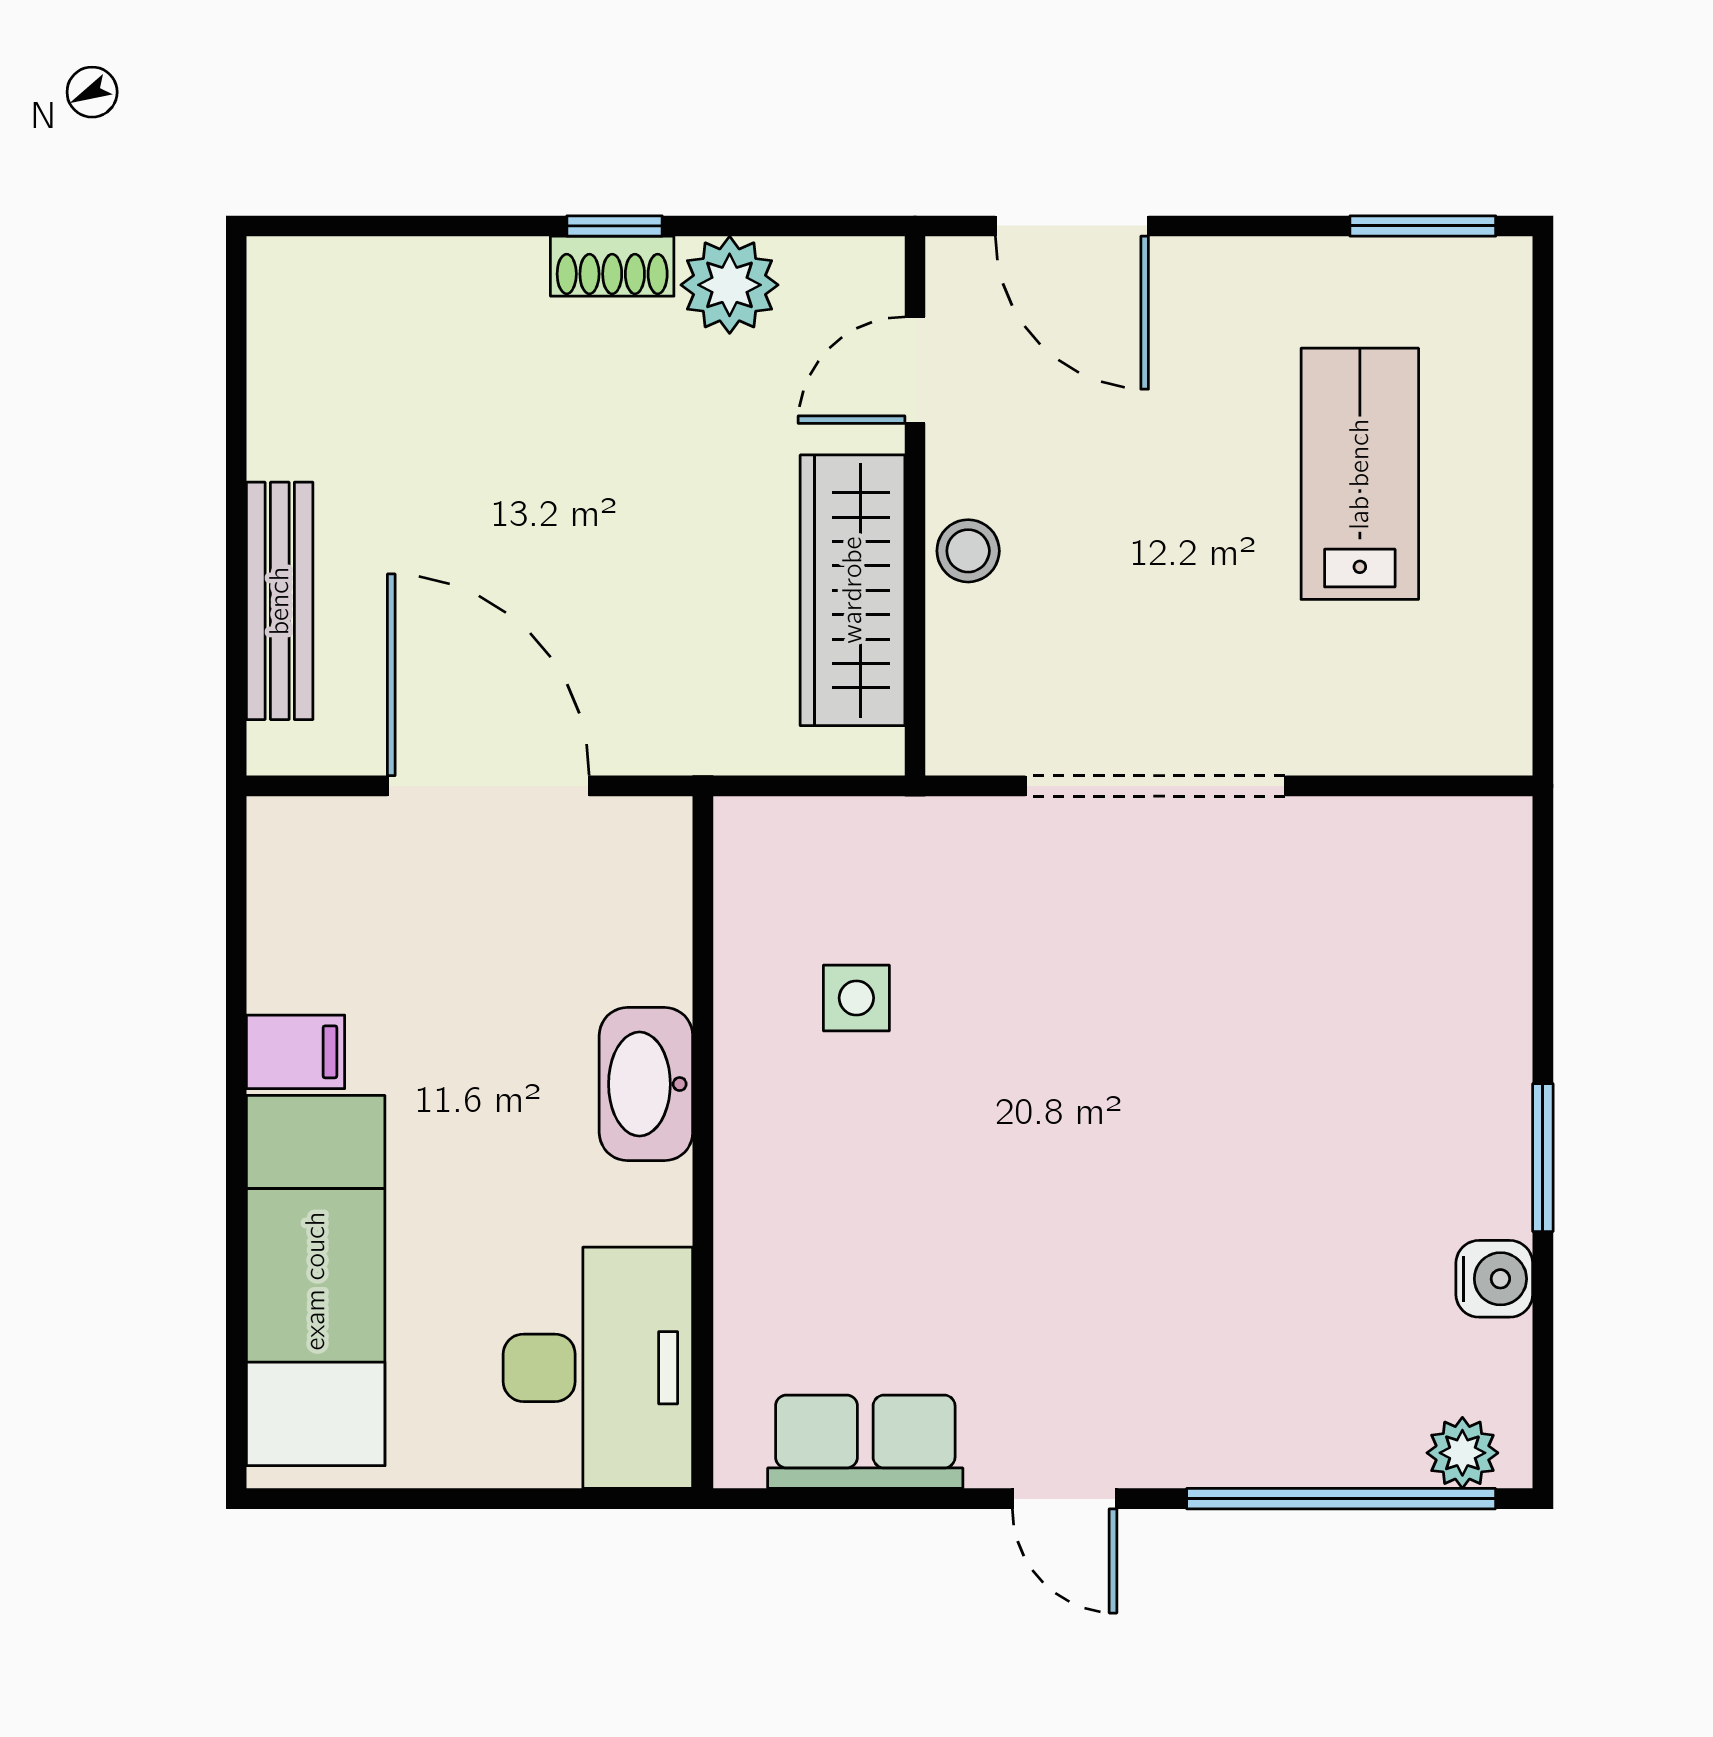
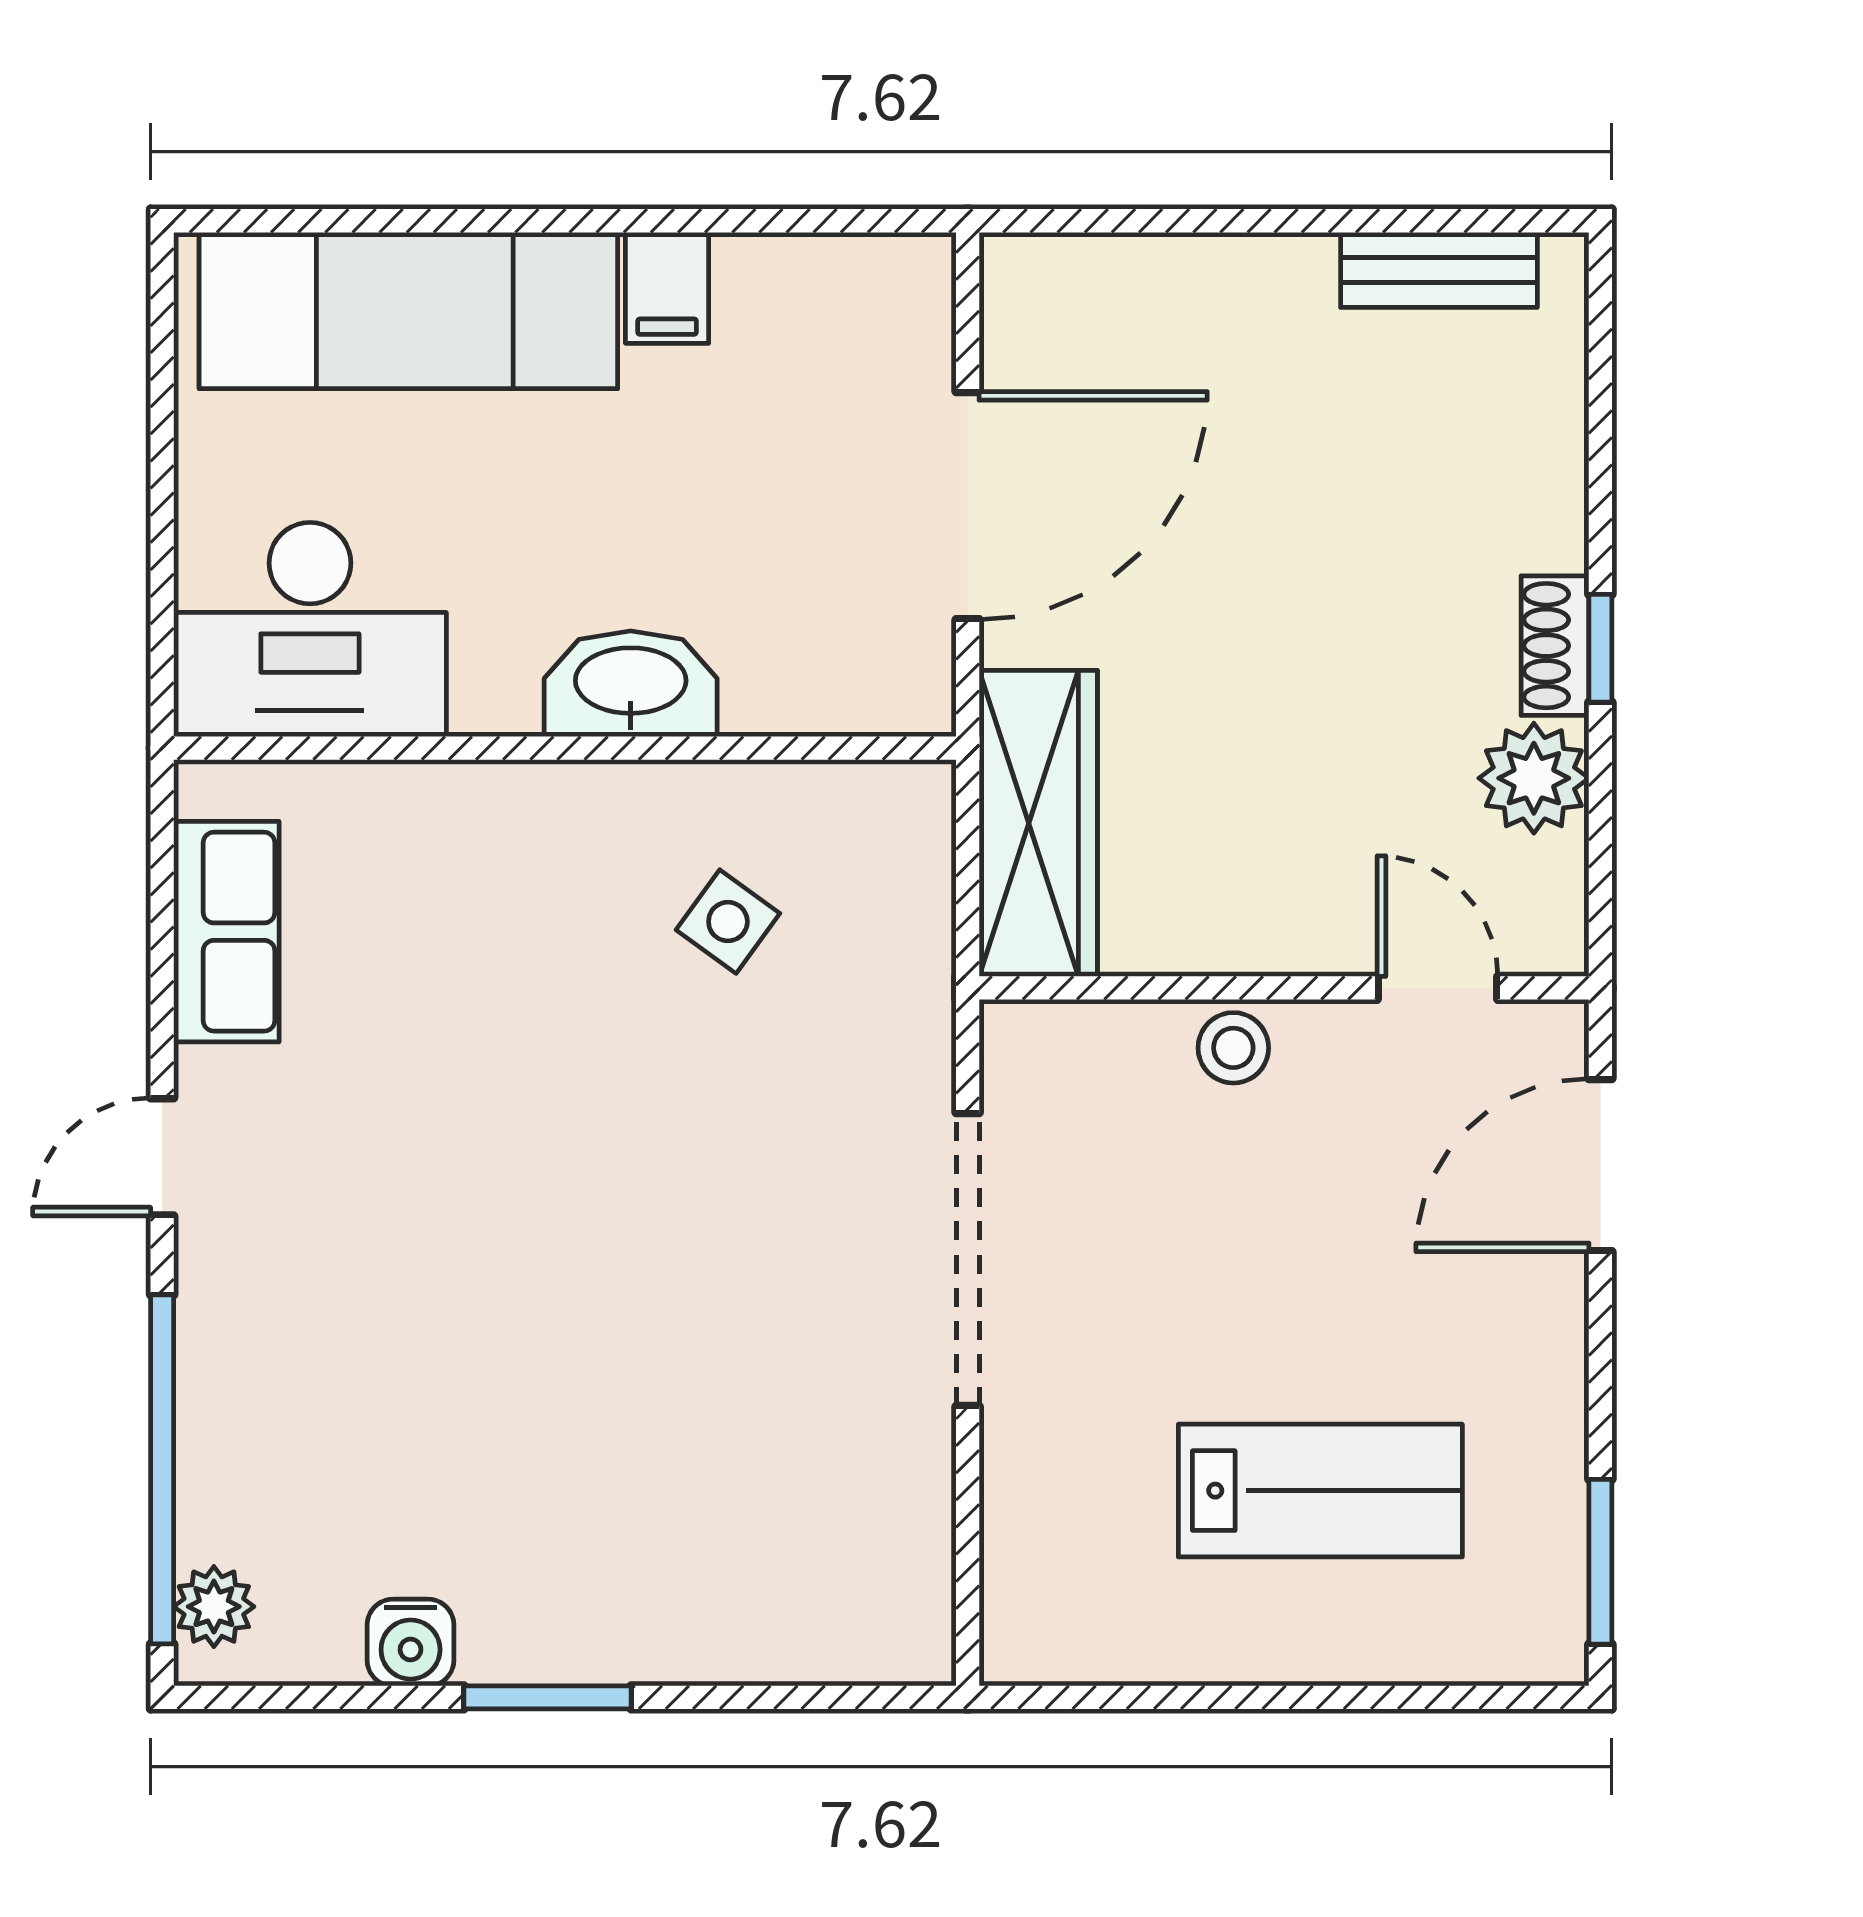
wardrobe: (853, 590) -> (1038, 823), moved, turned 90
bench: (280, 601) -> (1439, 270), moved, width x0.73
side table: (856, 998) -> (728, 922), turned 36

